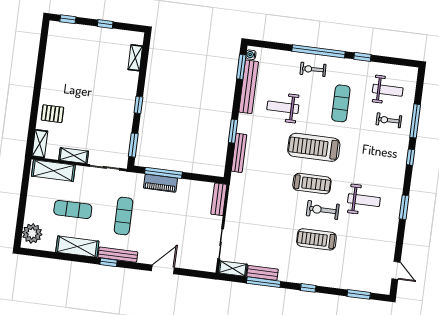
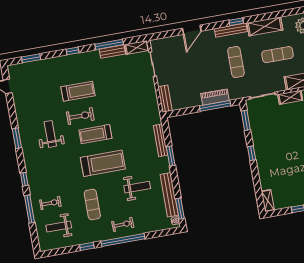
shelving: (135, 58) -> (268, 201), moved
weight bench: (364, 200) -> (50, 134), turned 90

